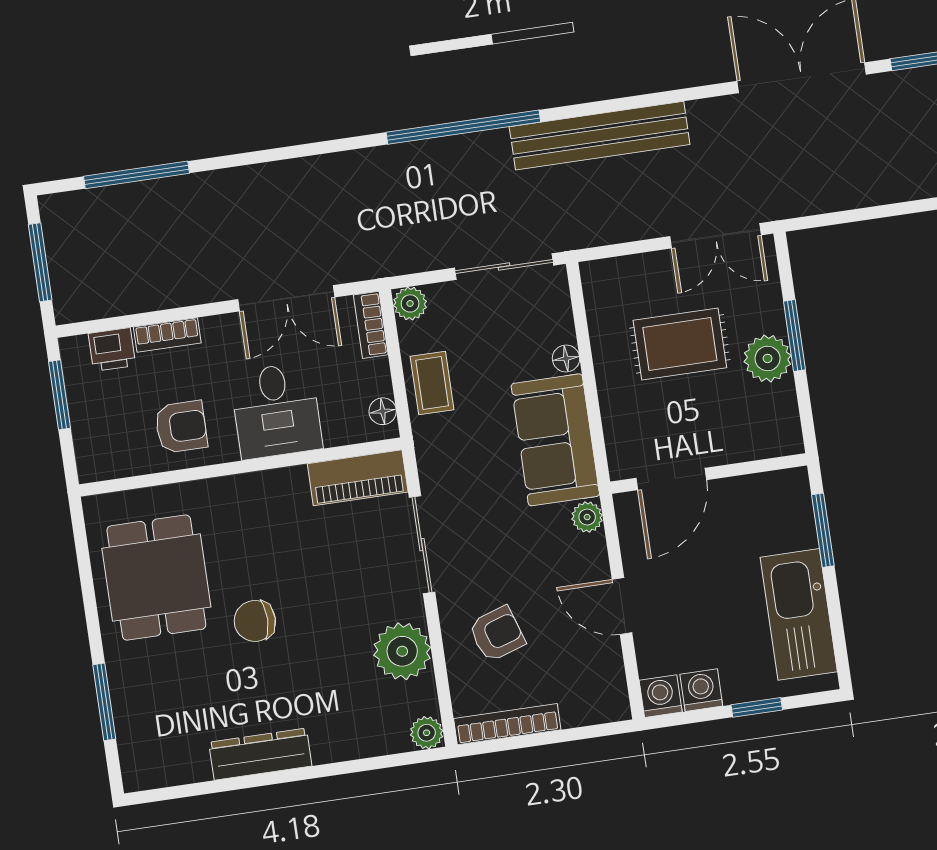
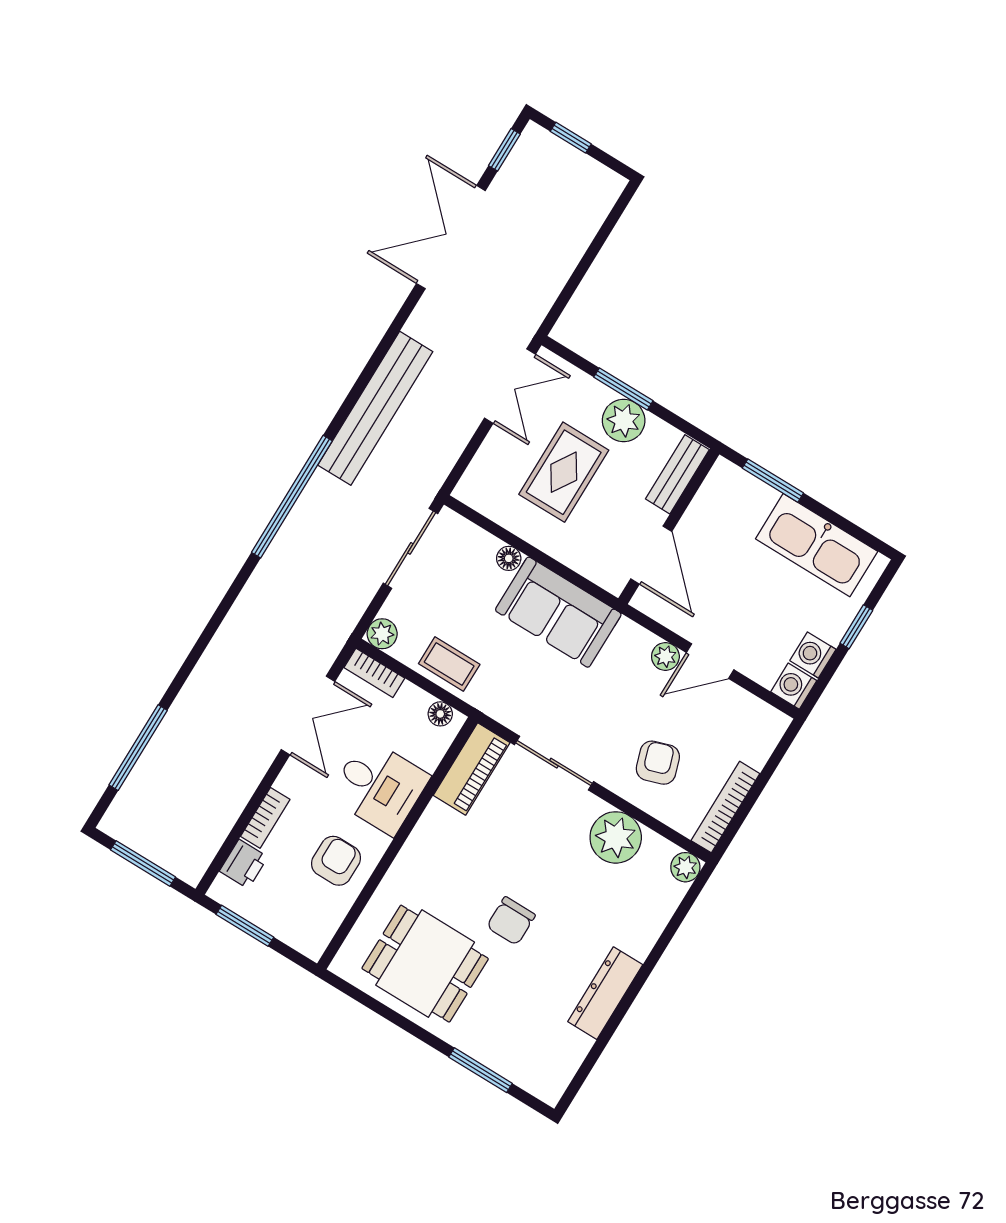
bench: (760, 443) -> (677, 474), added
plant: (587, 517) -> (665, 657), moved

